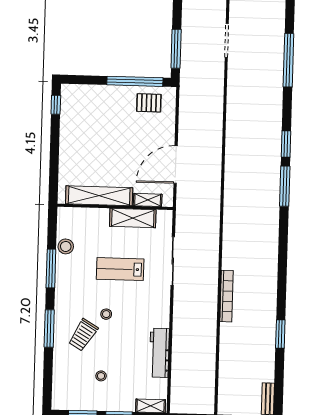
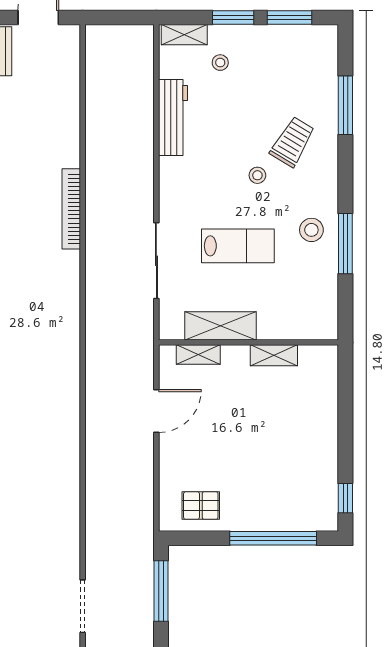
window: (135, 81) -> (273, 538), moved
door: (176, 165) -> (156, 411), width x0.73
shelving: (99, 196) -> (274, 355), width x0.45, depth x0.75
stool: (66, 246) -> (311, 230), moved
window: (49, 329) -> (345, 105), moved
stool: (101, 376) -> (220, 63), moved

